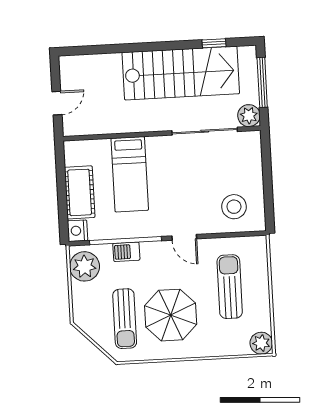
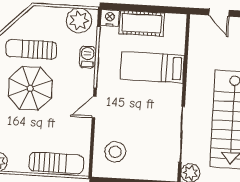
sun lounger: (230, 287) -> (56, 163), moved

